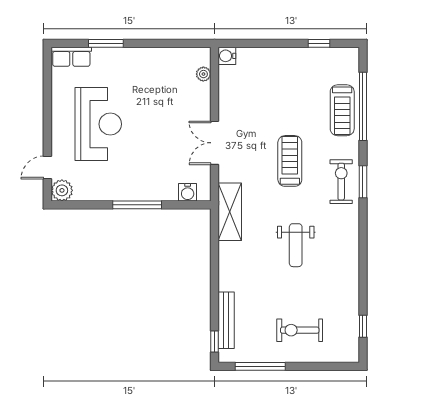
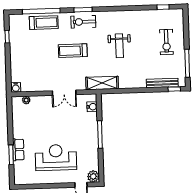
row of seats: (71, 57) -> (18, 150), moved
weight bench: (296, 245) -> (119, 46), turned 90

